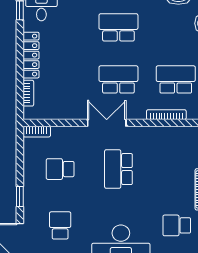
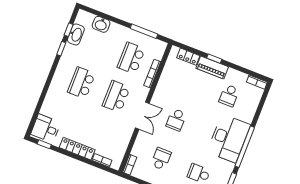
double door: (107, 123) -> (142, 116), swing flipped
school desk: (60, 169) -> (161, 159), turned 180
school desk: (118, 169) -> (176, 120), width x0.54

